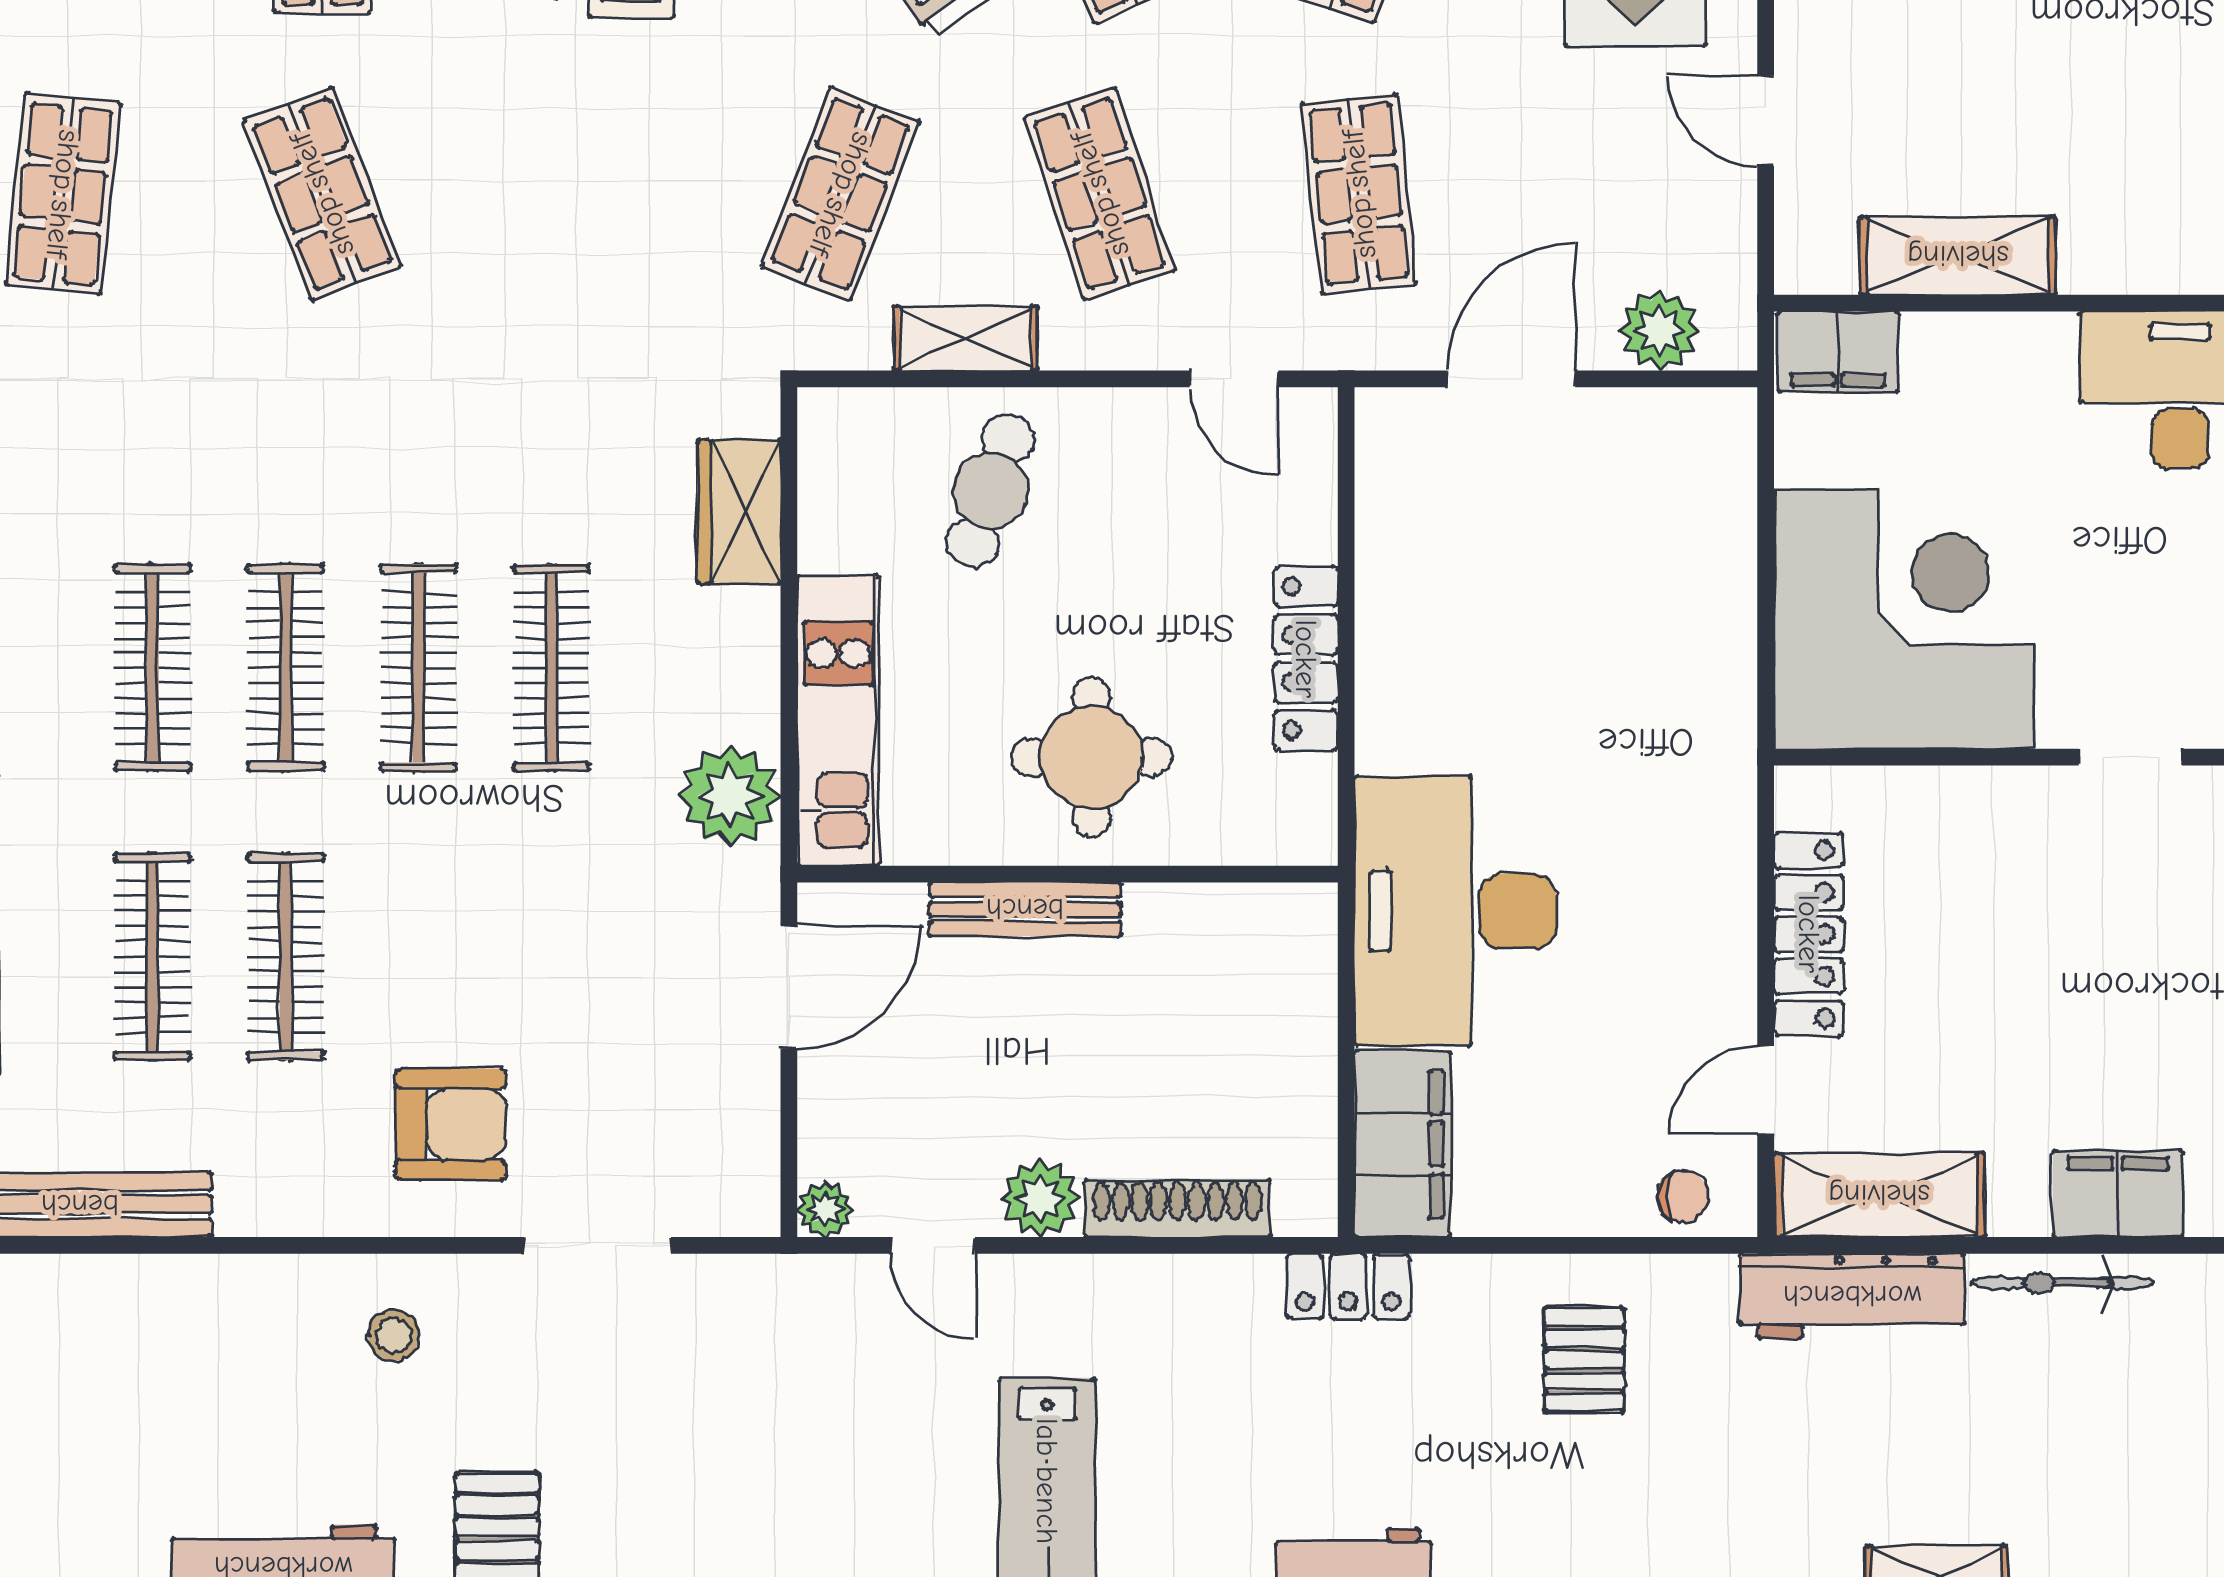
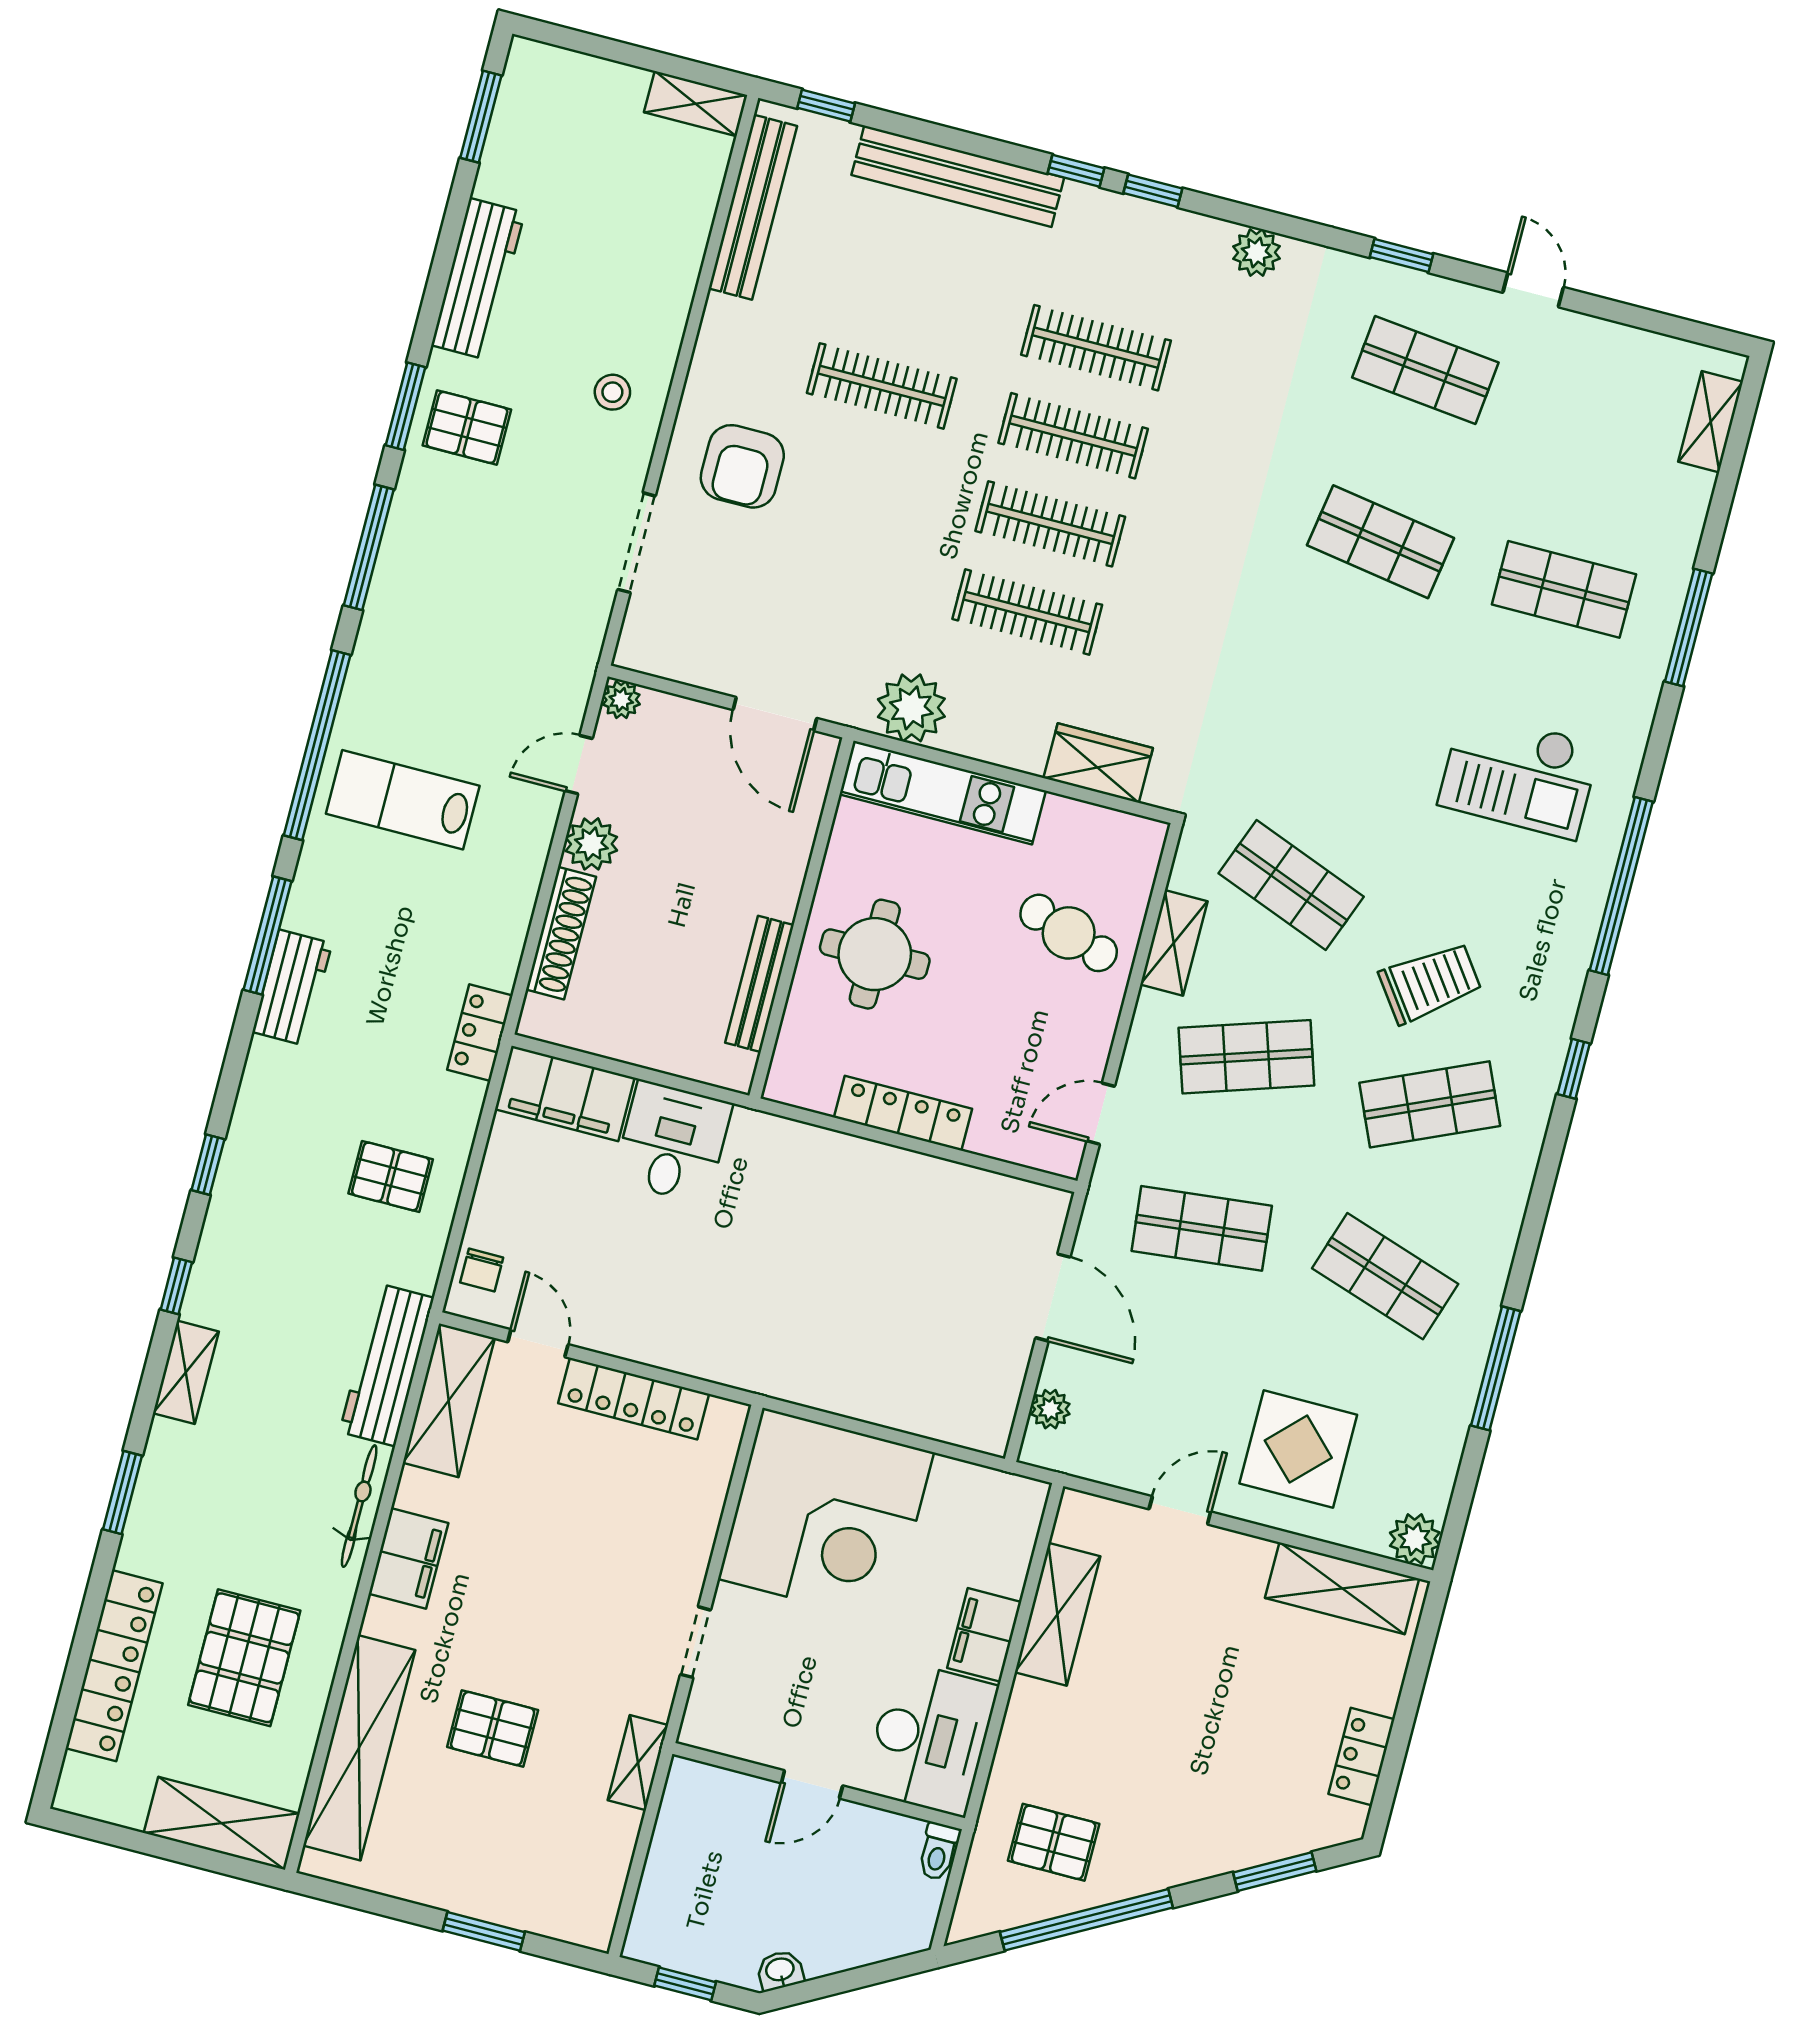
shop shelf: (322, 194) -> (1381, 542), turned 30
plant: (1659, 330) -> (1050, 1409), width x0.73, depth x0.73
filing cabinet: (1838, 352) -> (984, 1635), moved
bench: (1025, 909) -> (759, 984), moved
desk: (1455, 911) -> (673, 1142), width x0.53, depth x0.77
clothes rail: (153, 957) -> (905, 298), removed

